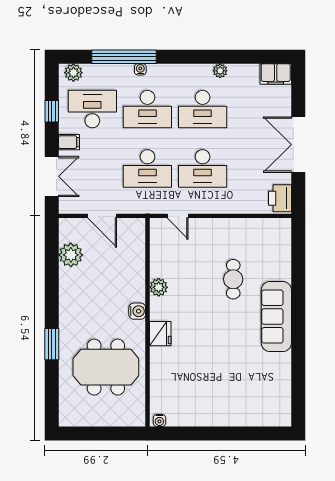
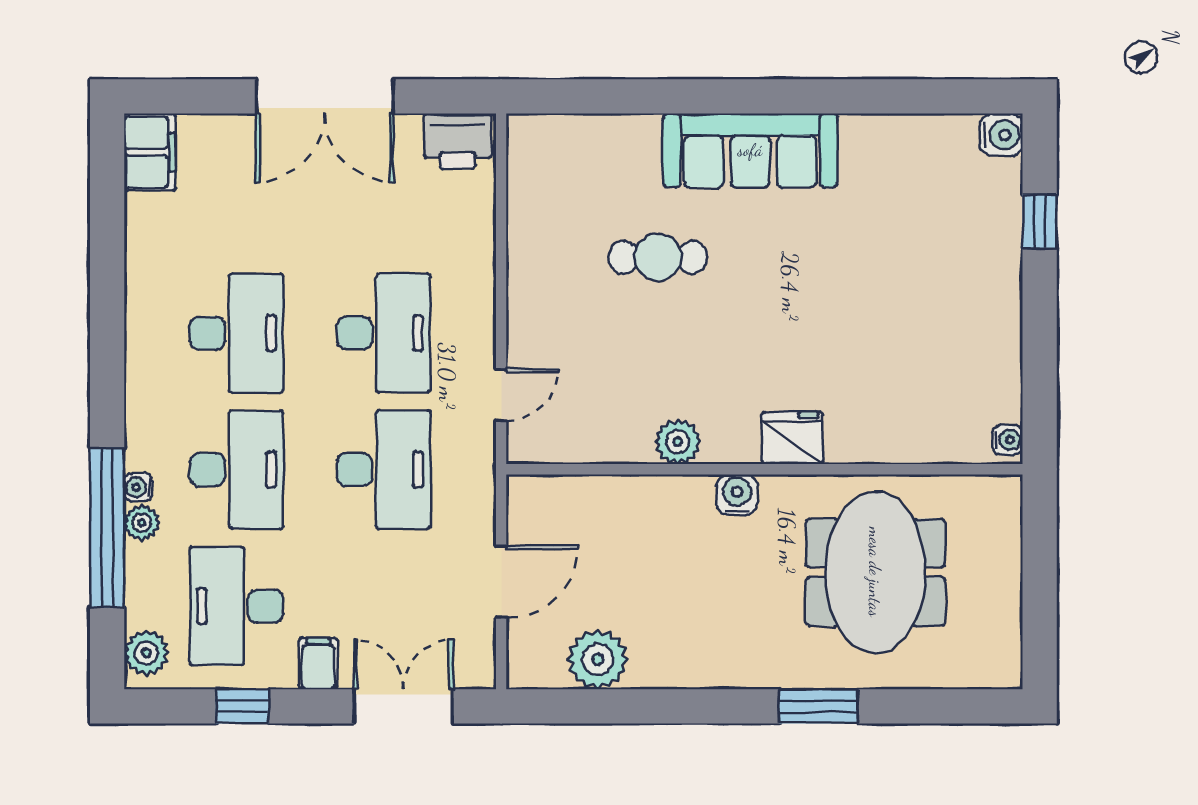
plant: (220, 71) -> (142, 523), moved
water cooler: (283, 418) -> (1001, 135), added
window: (248, 433) -> (1040, 222), added

